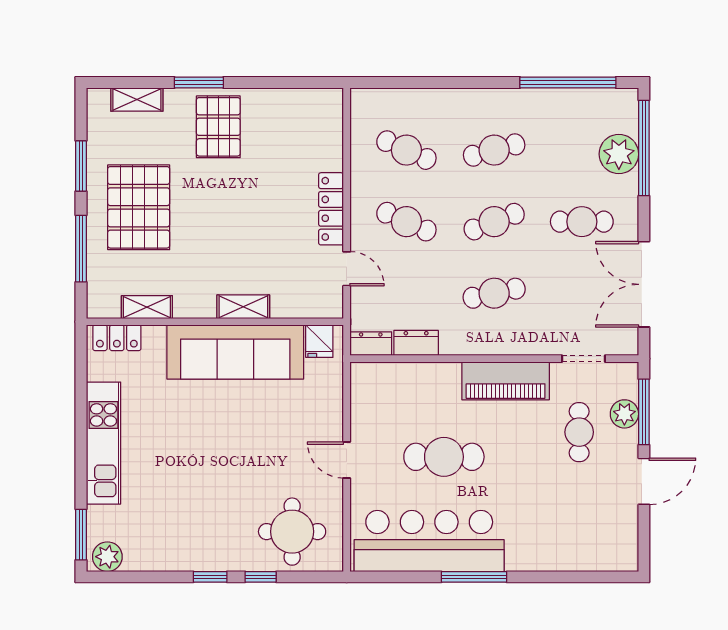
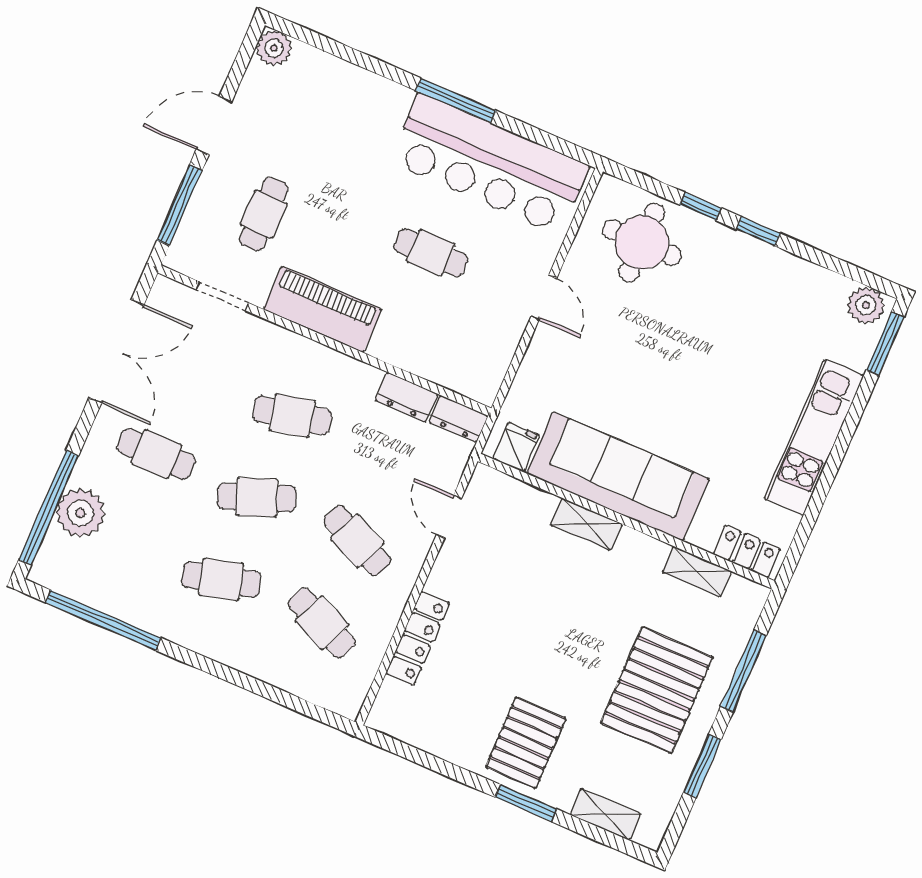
locker: (331, 209) -> (418, 638), moved
plant: (624, 414) -> (274, 48), moved
cafe table: (444, 457) -> (431, 253), width x0.73, depth x0.74

